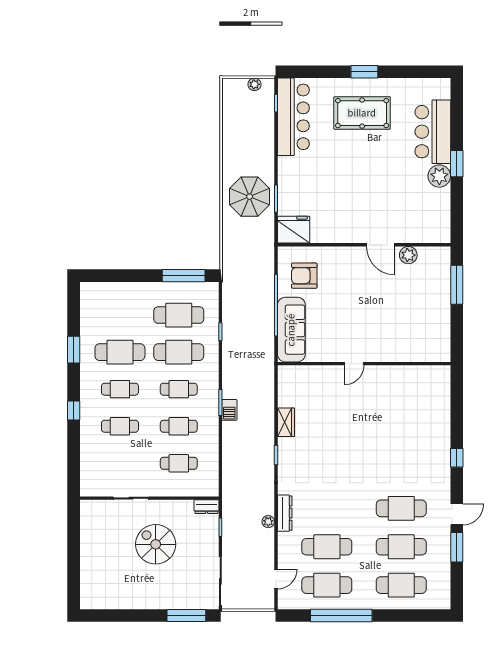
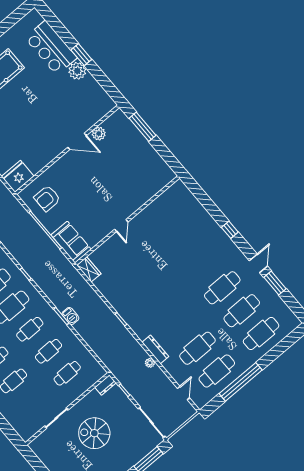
sofa: (291, 330) -> (71, 242), width x0.73
wardrobe: (286, 422) -> (89, 269), moved

